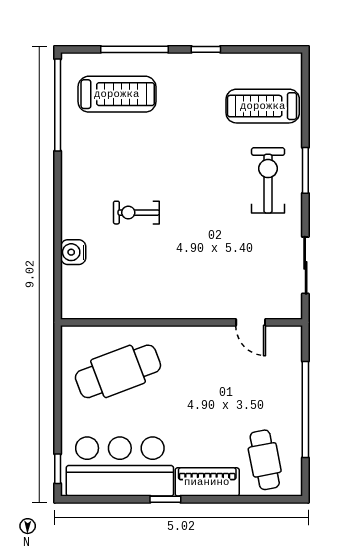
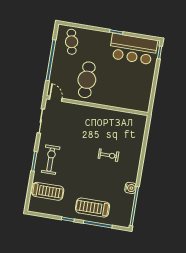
treadmill: (117, 94) -> (93, 208), moved
exercise bike: (268, 180) -> (51, 160), turned 180
water cooler: (73, 252) -> (130, 188), moved
door: (251, 322) -> (56, 99), moved
cafe table: (118, 371) -> (87, 80), moved, turned -69
piano: (207, 482) -> (97, 36), removed

